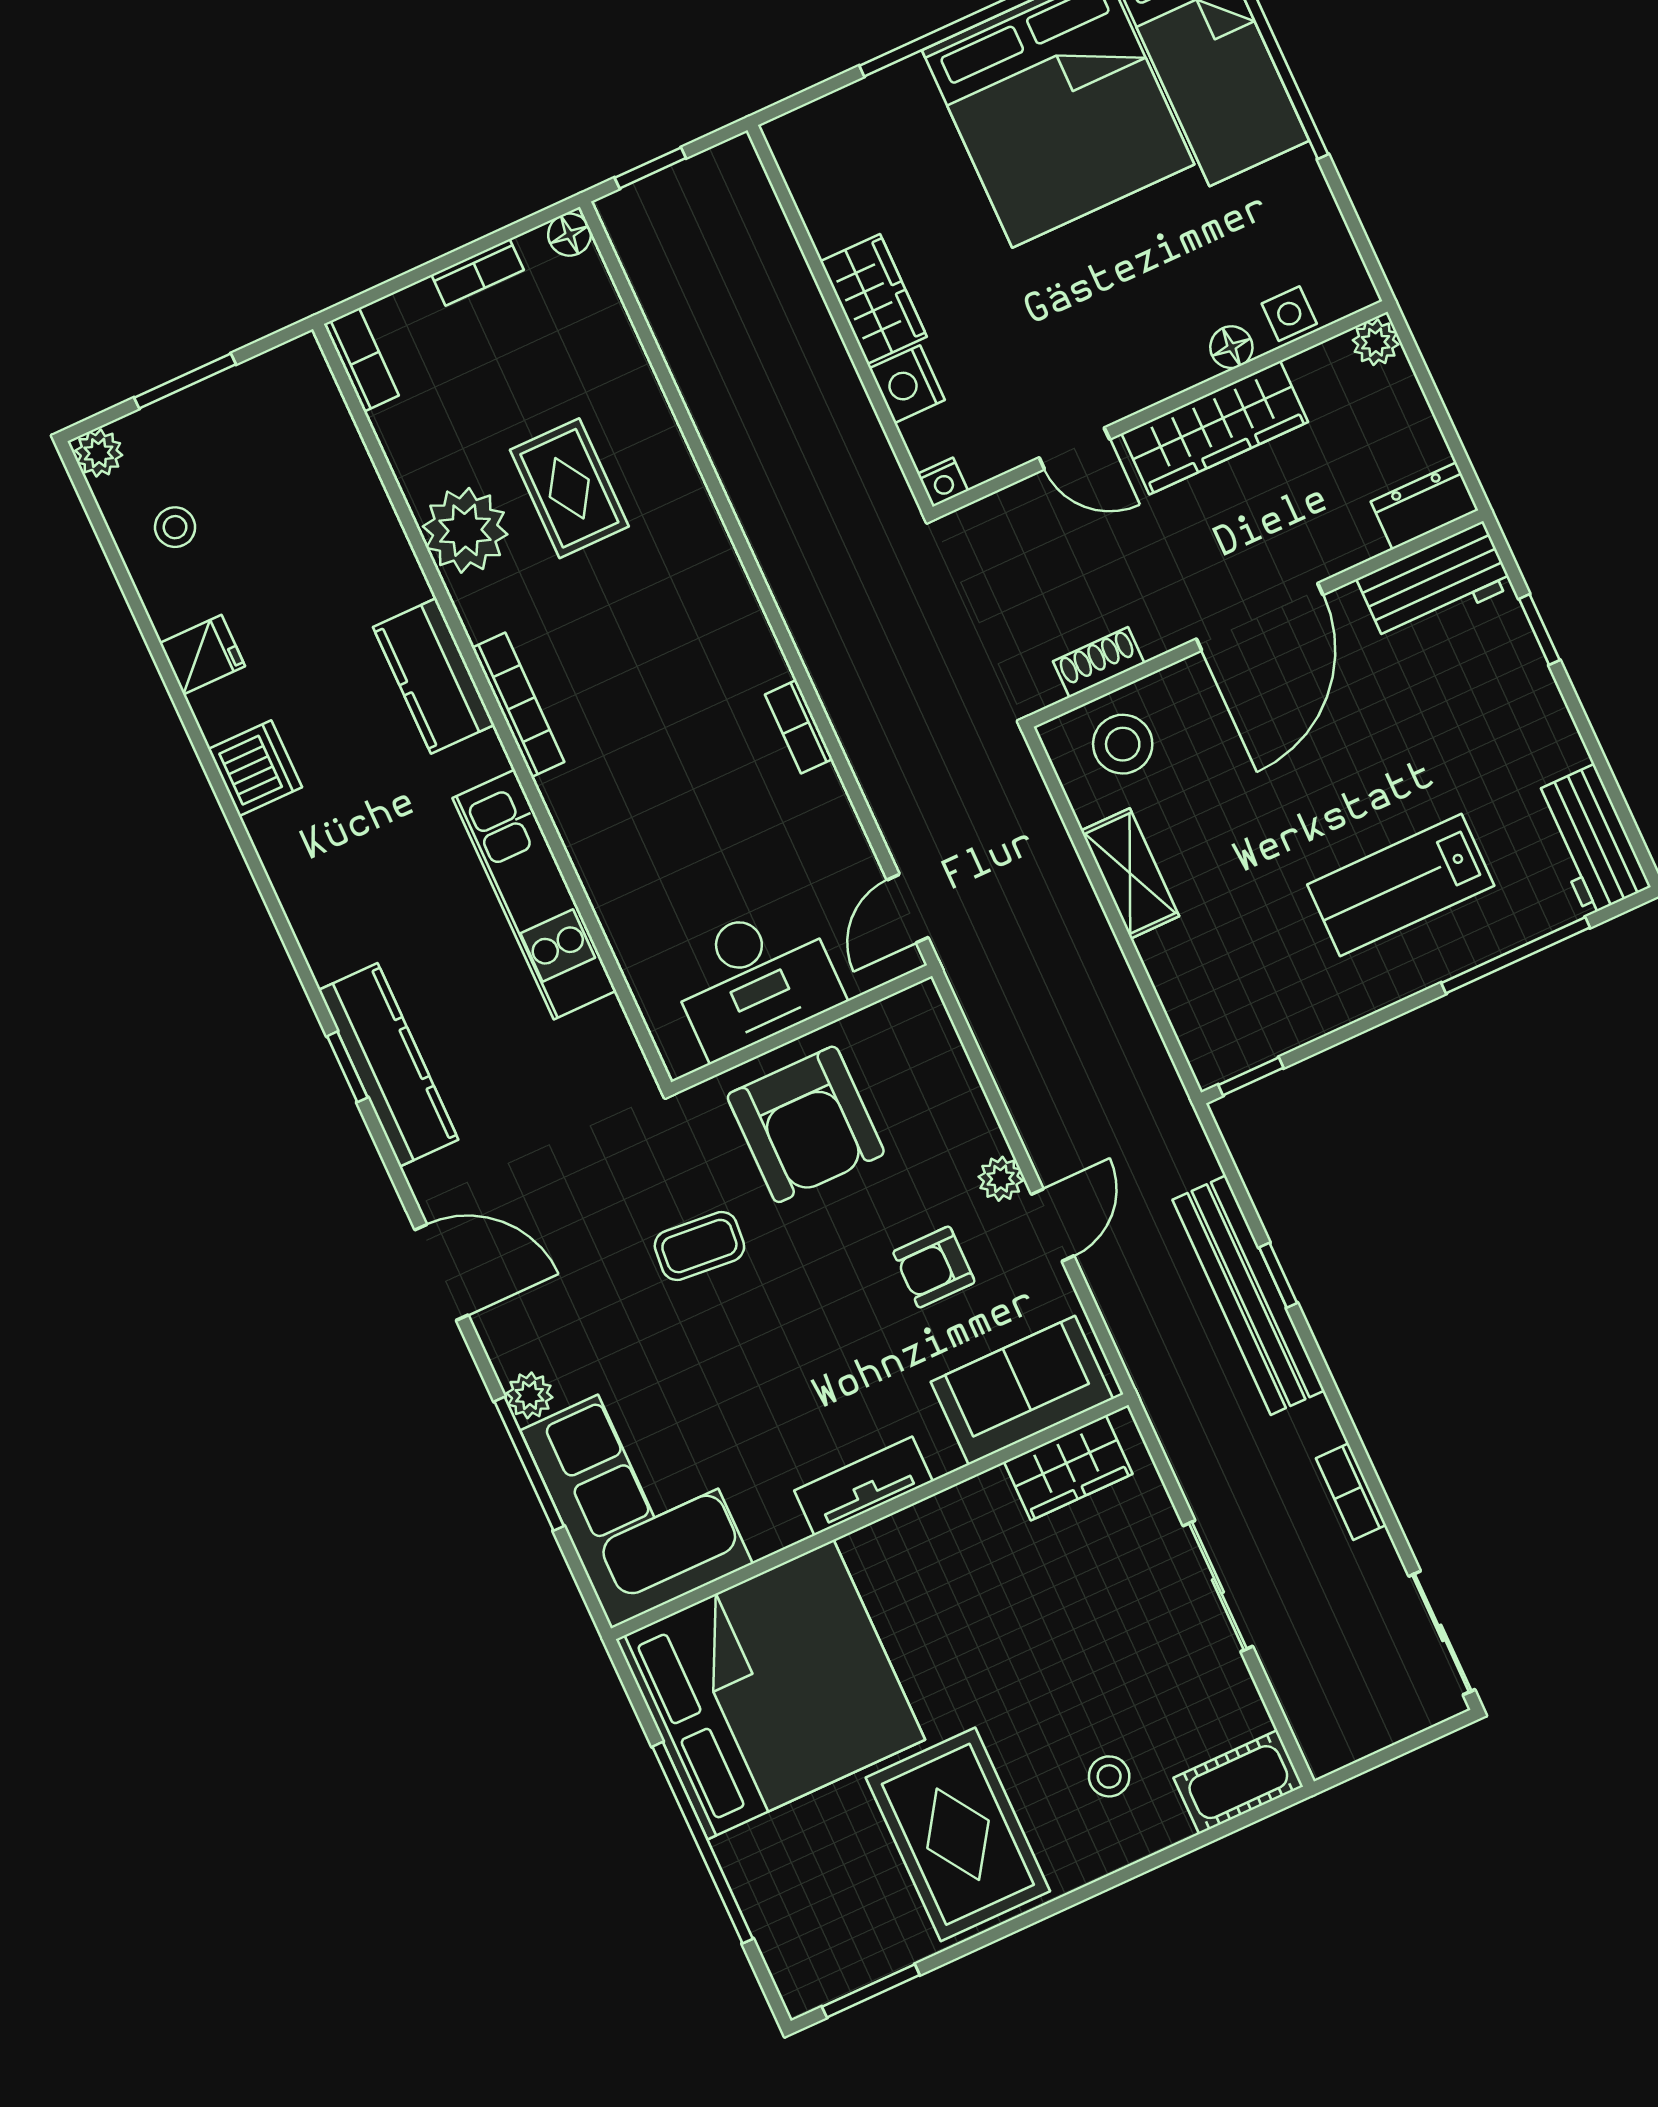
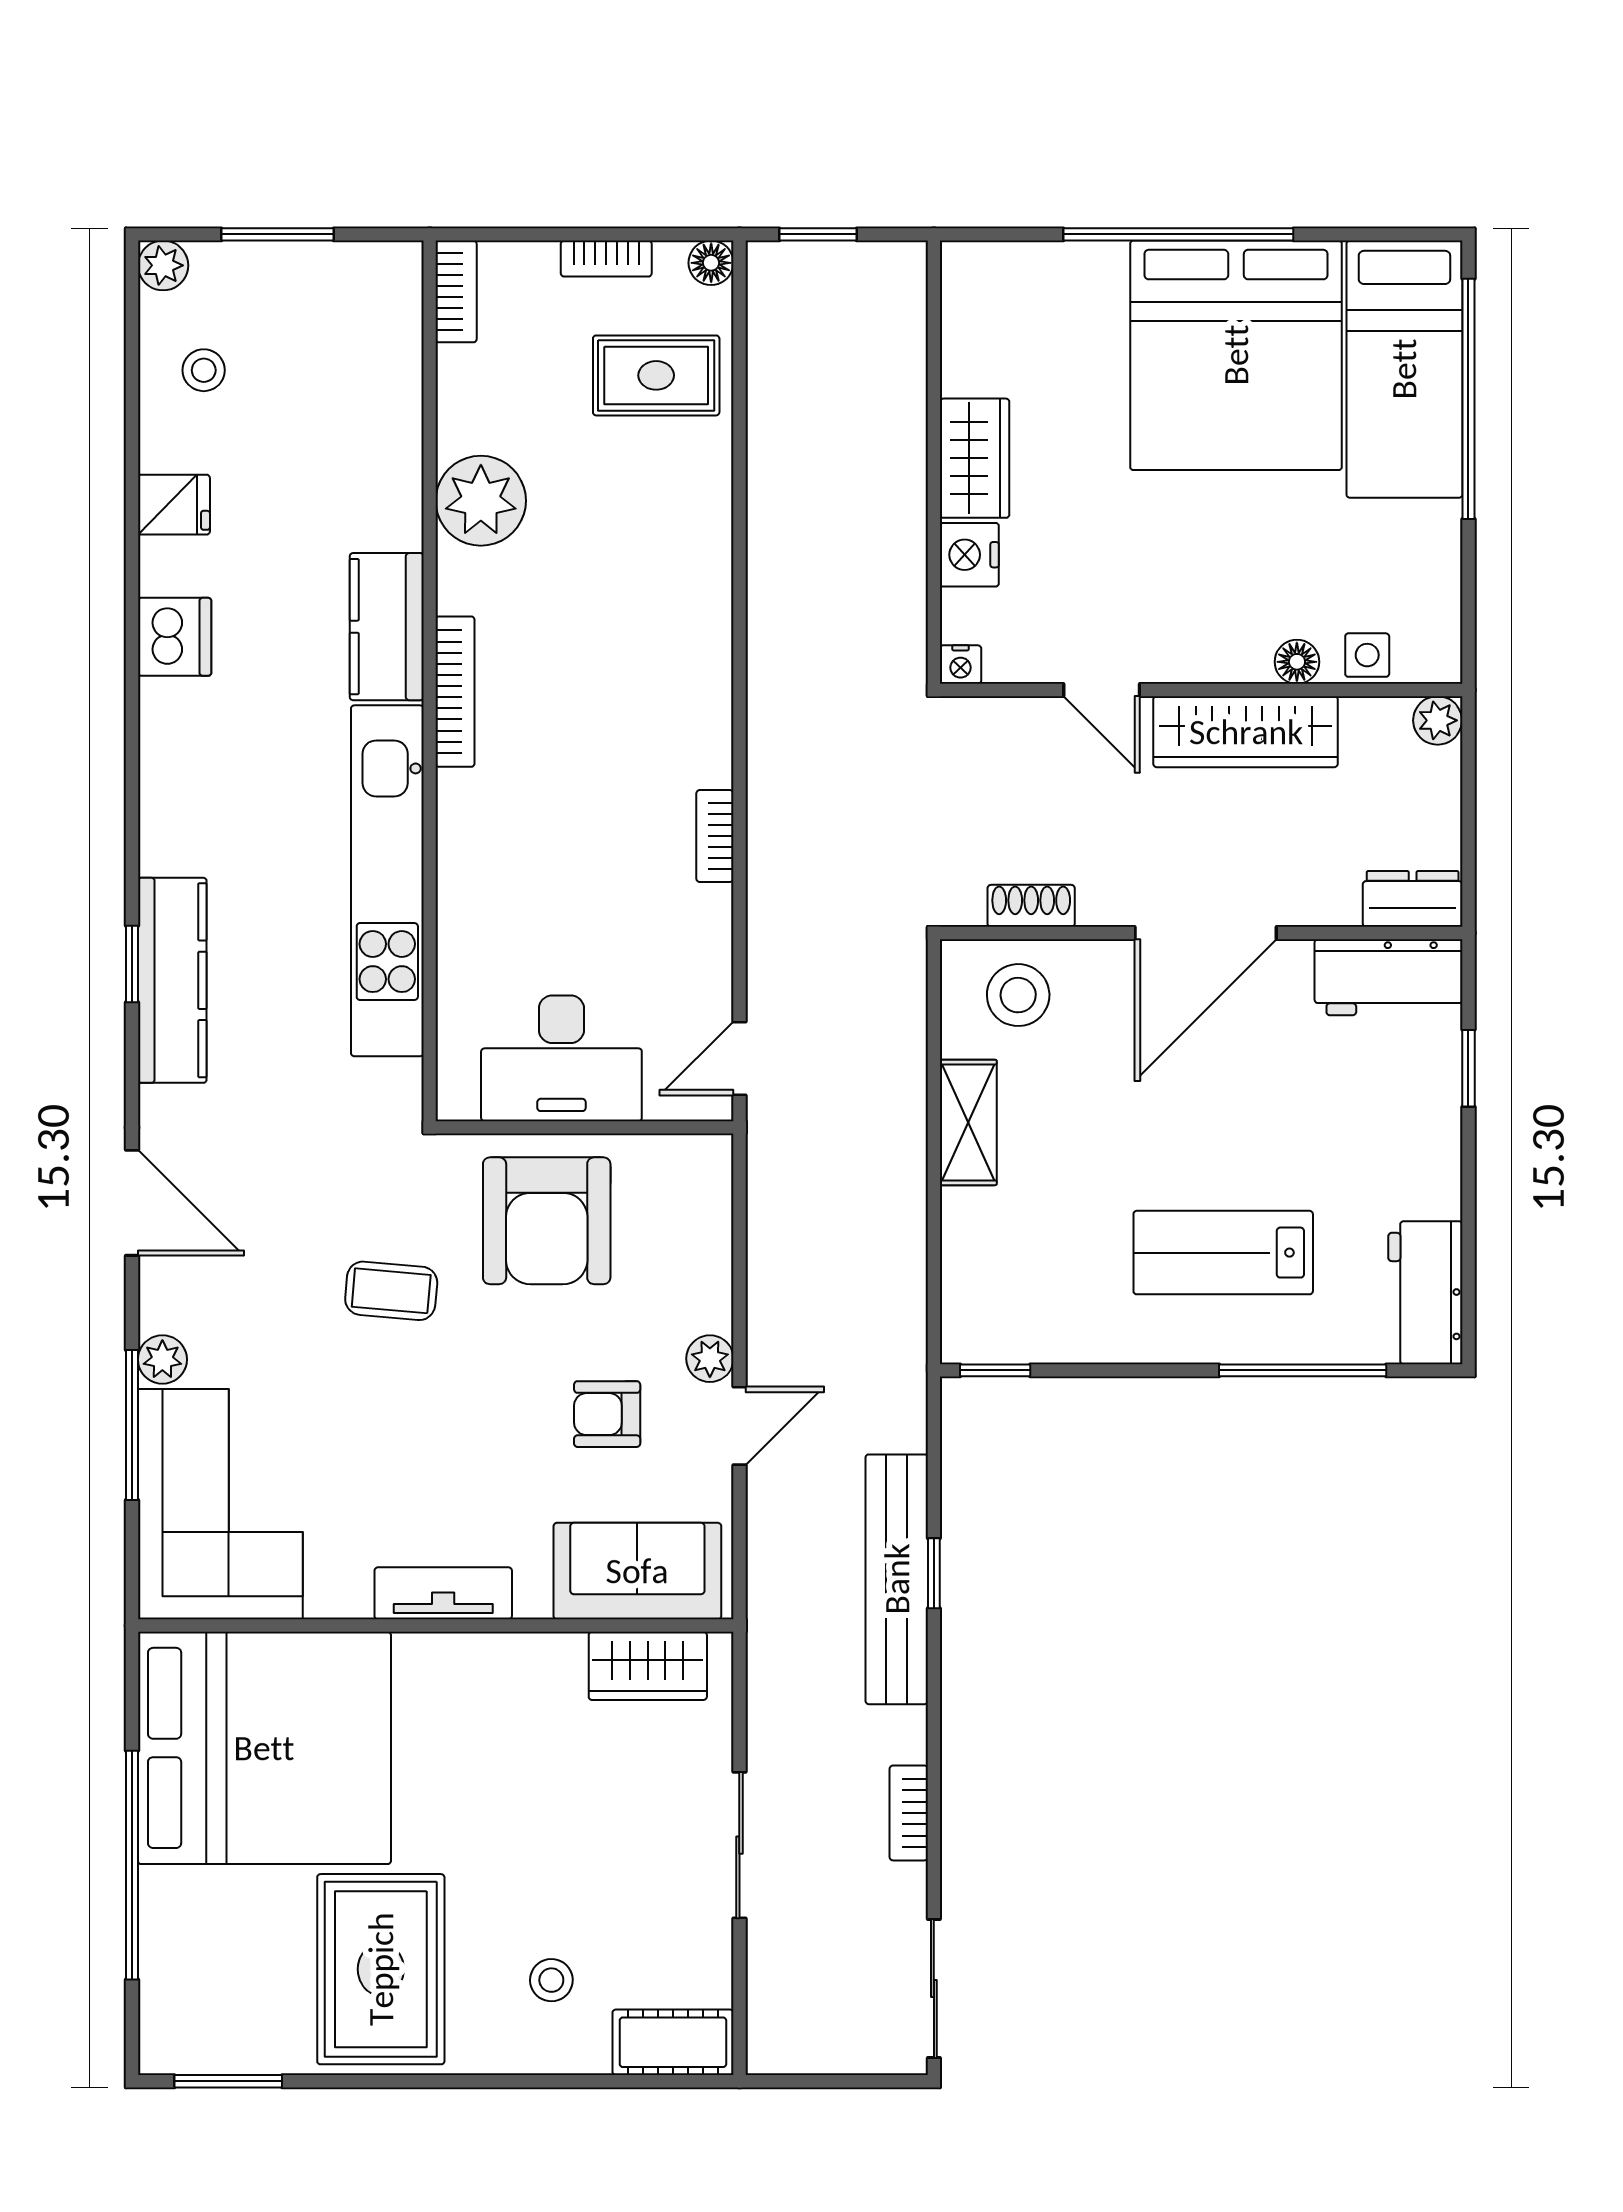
rug: (569, 488) -> (656, 375), moved, turned 90
kitchen unit: (534, 894) -> (387, 881), width x1.36

